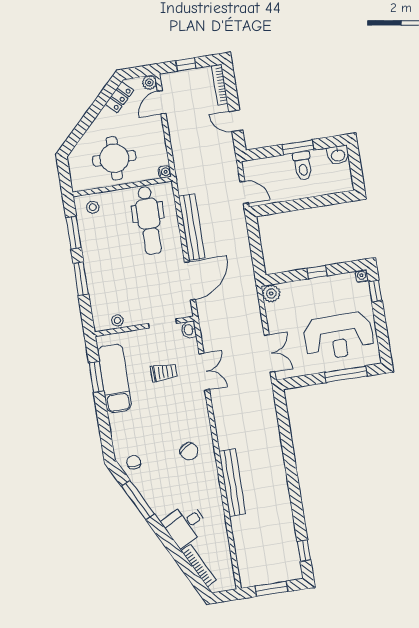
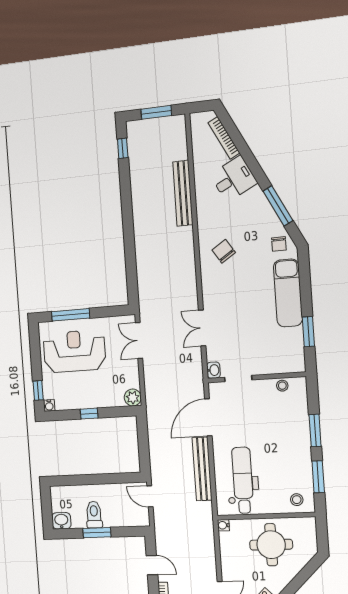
trolley: (164, 372) -> (241, 331), removed
exam couch: (115, 378) -> (288, 293), moved
bench: (232, 482) -> (183, 193), moved

